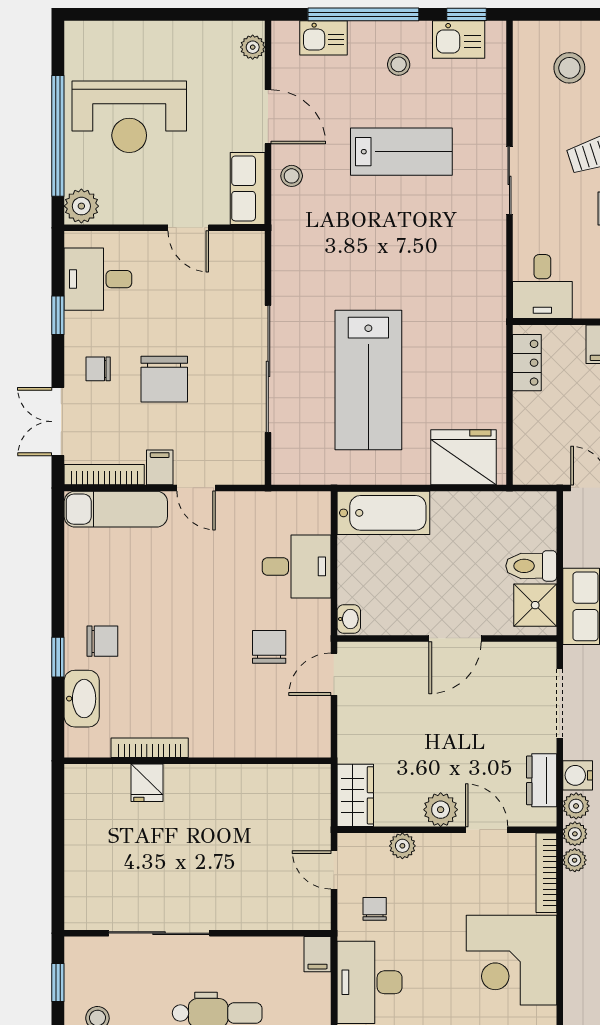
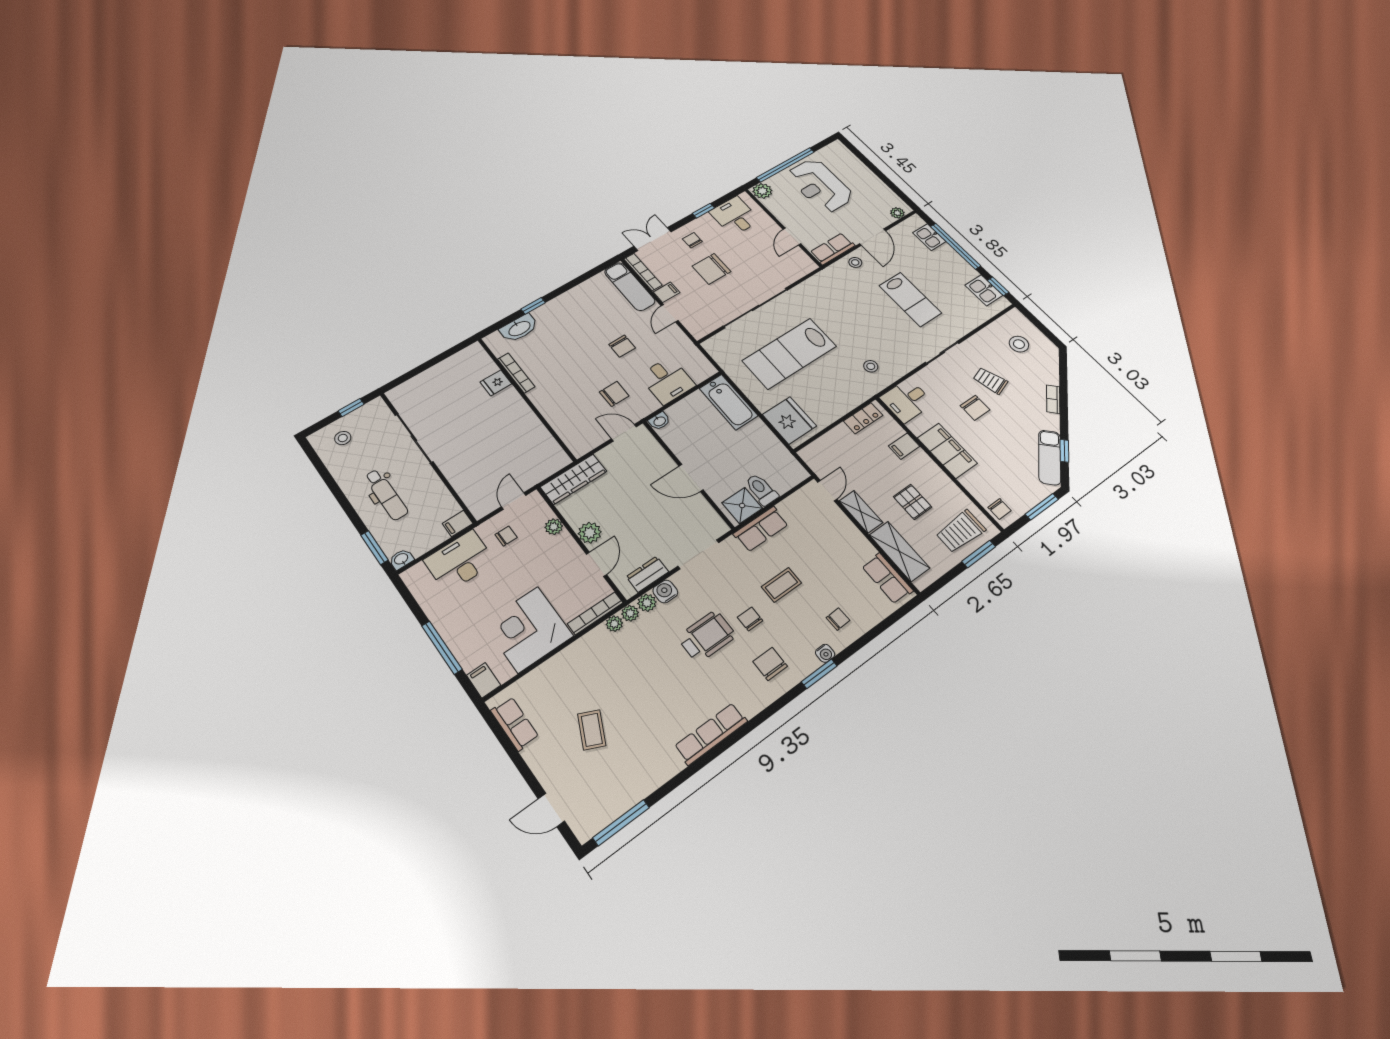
stool: (399, 64) -> (871, 366), moved
chair: (102, 641) -> (622, 346), moved
wardrobe: (355, 795) -> (574, 479), width x1.50

